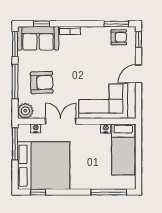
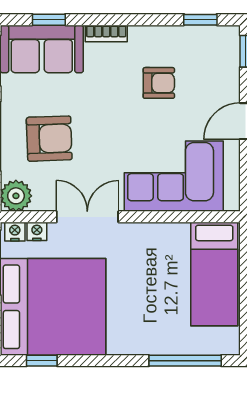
window: (116, 24) -> (200, 20), width x0.67
armchair: (119, 37) -> (159, 83), moved
nightstand: (106, 128) -> (15, 232), moved

